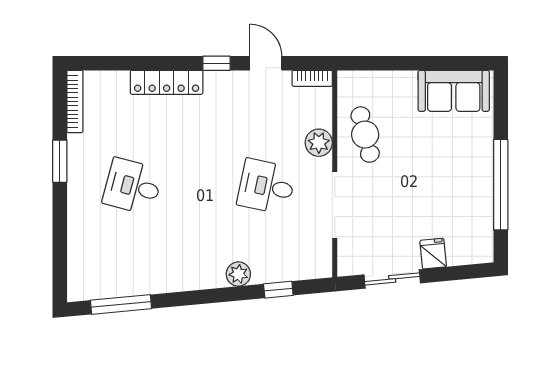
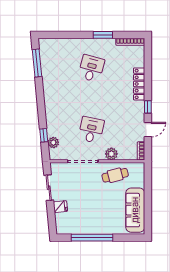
sofa: (454, 91) -> (135, 210), width x1.36
plant: (238, 274) -> (53, 143), moved

